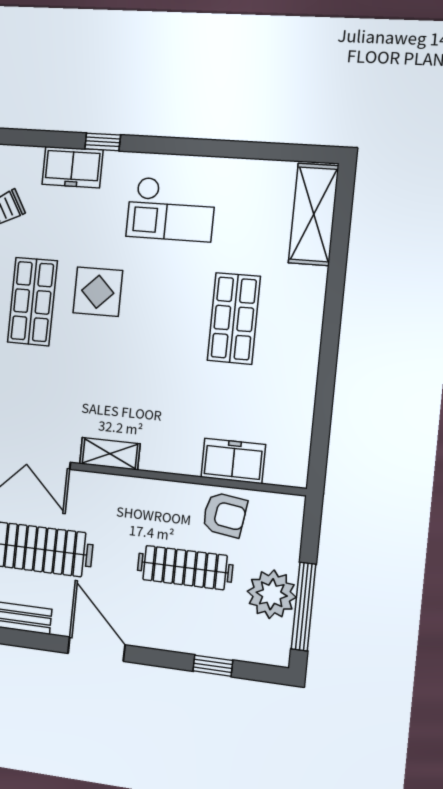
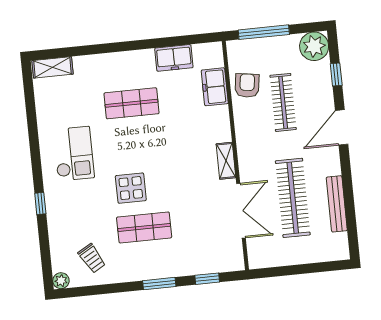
freezer: (72, 167) -> (174, 58), moved, turned 90
shelving: (314, 214) -> (53, 67), width x0.67, depth x0.75
plant: (272, 594) -> (314, 46), moved
window: (304, 607) -> (264, 32), moved
door: (96, 649) -> (342, 127), moved

